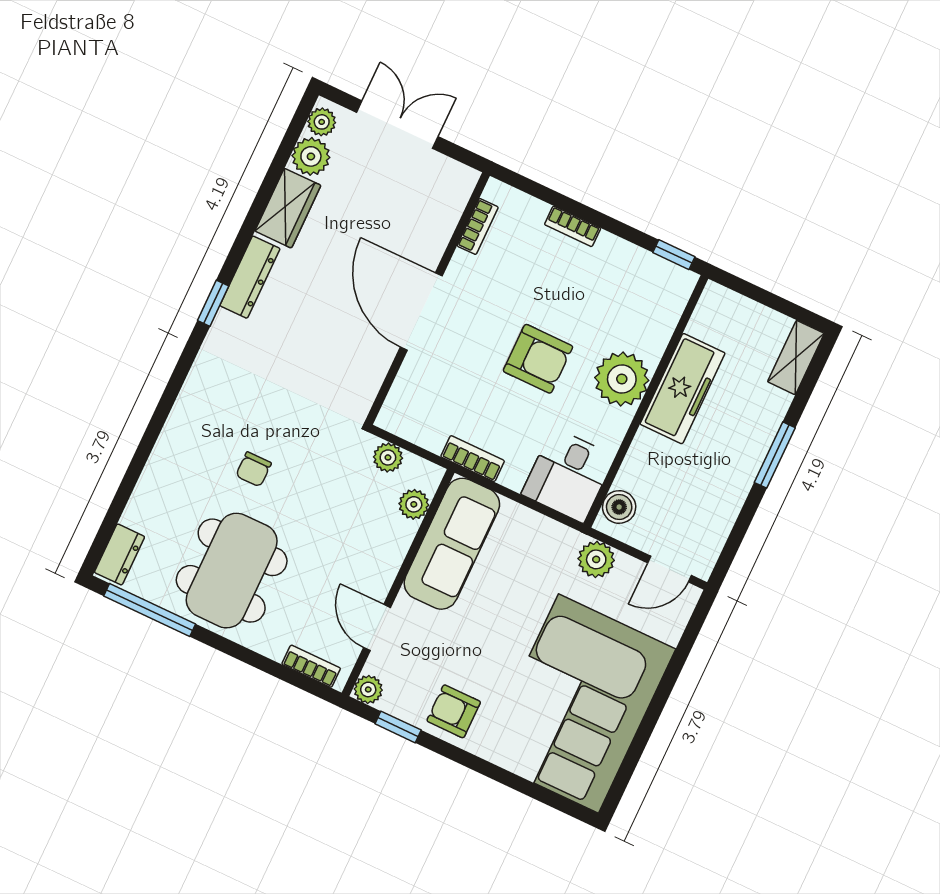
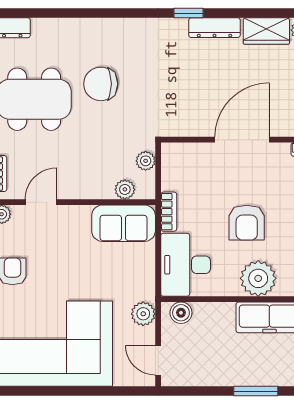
chair: (254, 469) -> (101, 84), width x1.87, depth x1.87
desk: (568, 475) -> (186, 265), width x1.37
sofa: (452, 544) -> (124, 223), width x0.73

